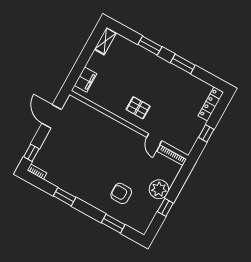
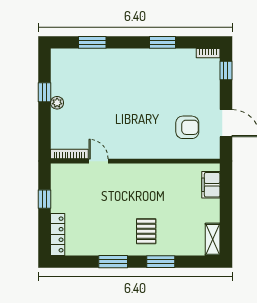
pallet: (138, 108) -> (146, 231), moved, turned 90
plant: (159, 189) -> (57, 103), width x0.53, depth x0.53
armchair: (121, 193) -> (187, 127), moved

